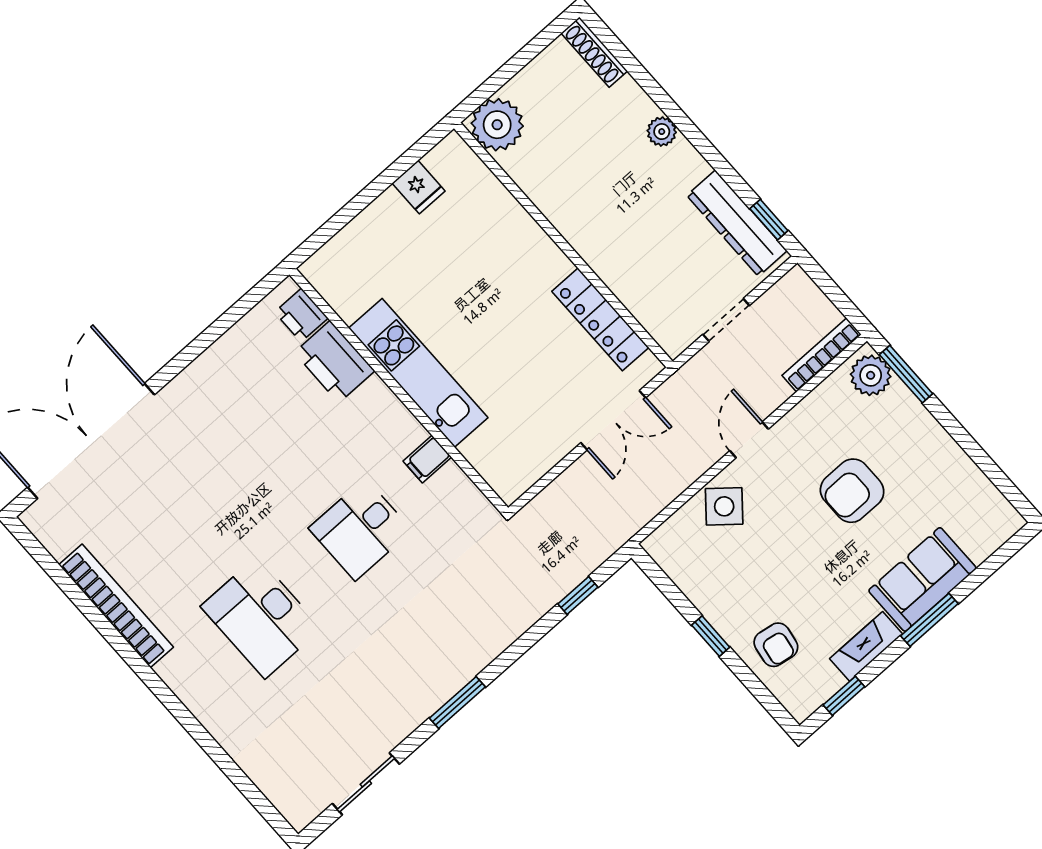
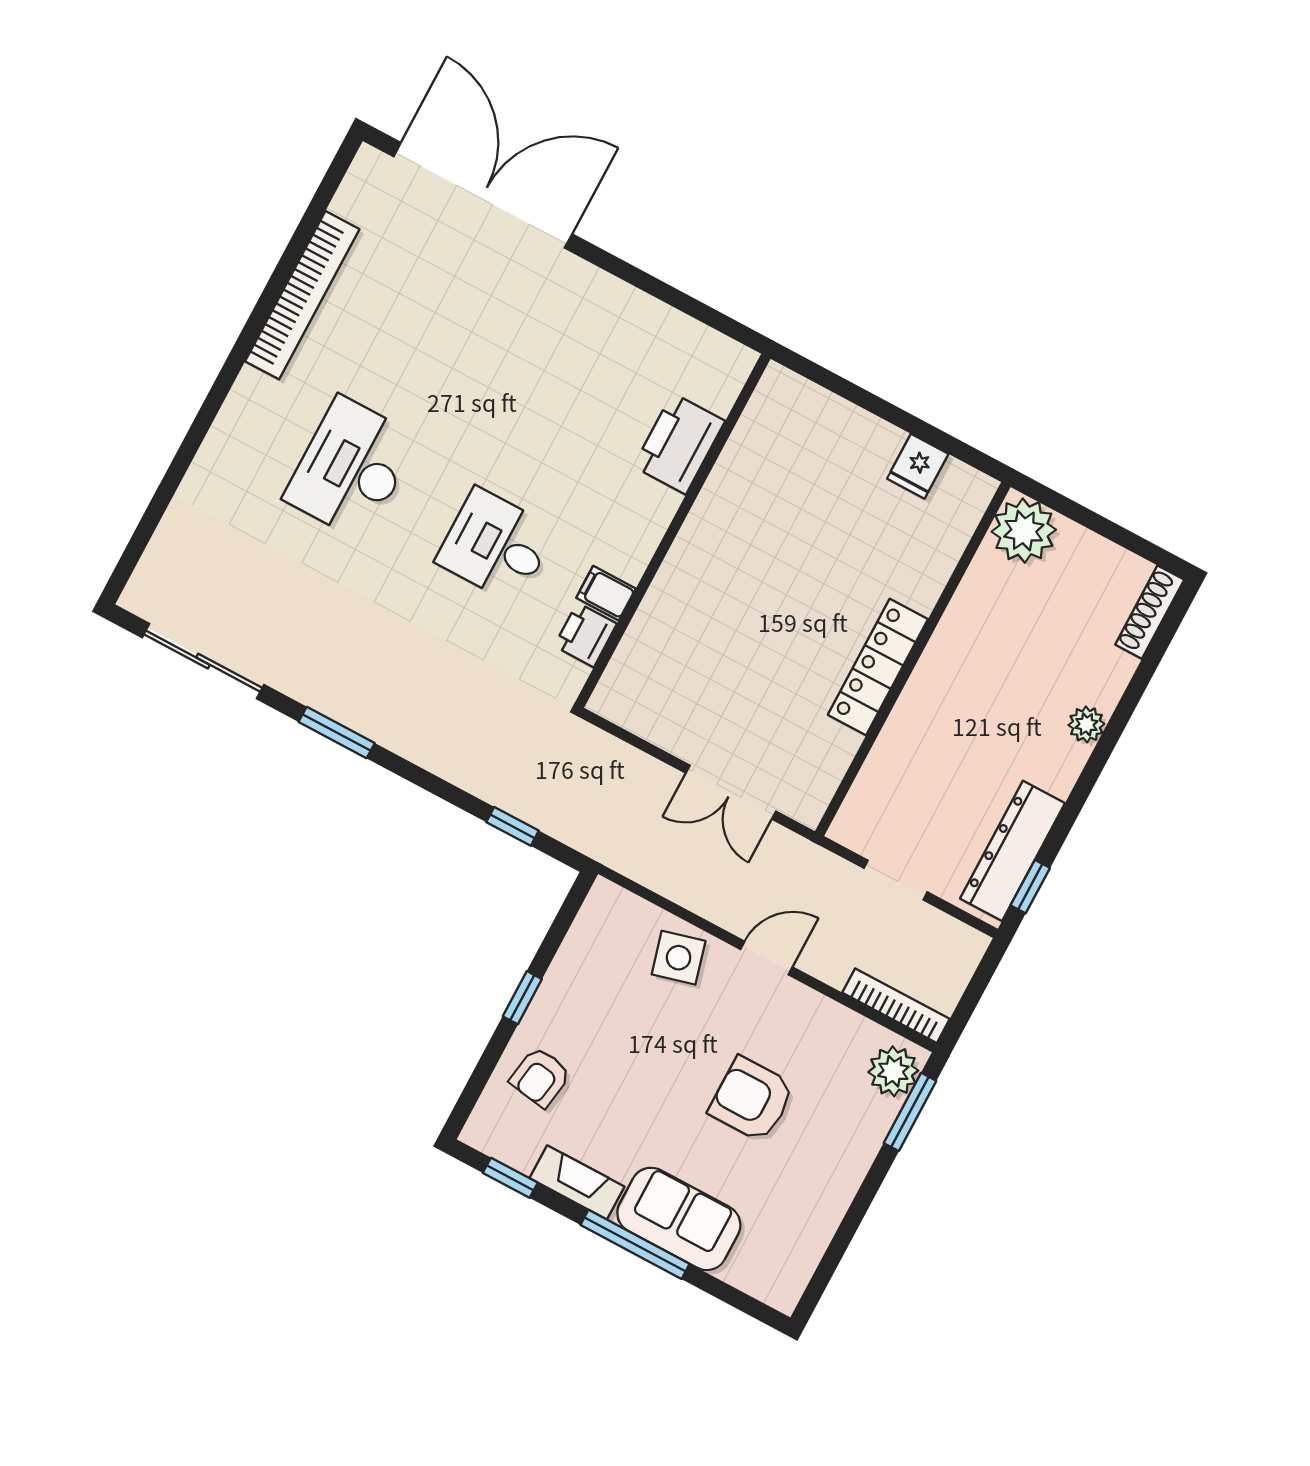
printer: (301, 315) -> (586, 635), moved
locker: (600, 319) -> (878, 667), moved
kitchen unit: (418, 373) -> (702, 546), removed
side table: (724, 506) -> (679, 958), turned 35
window: (929, 620) -> (635, 1244), width x1.44
sliding door: (366, 784) -> (203, 661), width x1.37

